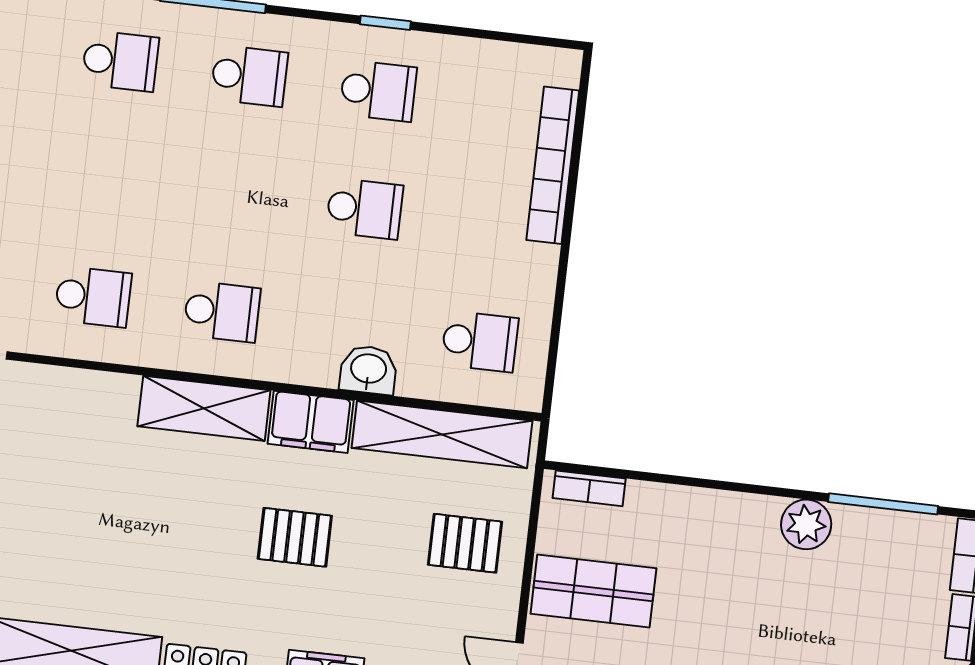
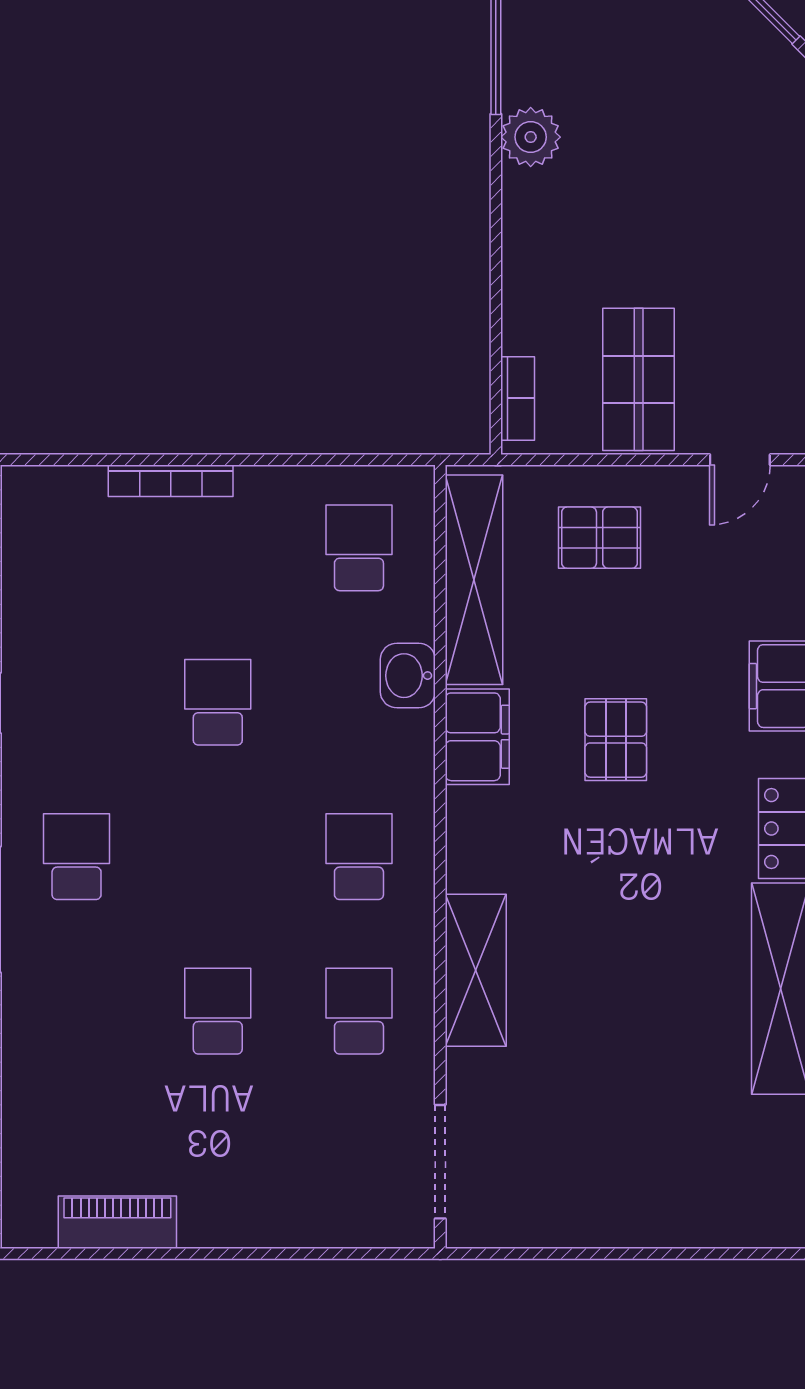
school desk: (120, 61) -> (218, 1011), moved
school desk: (378, 91) -> (77, 702), removed
bookcase: (553, 165) -> (171, 481), width x0.68, depth x0.76
shelving: (204, 408) -> (476, 970), moved
pallet: (465, 543) -> (600, 538), turned 90

